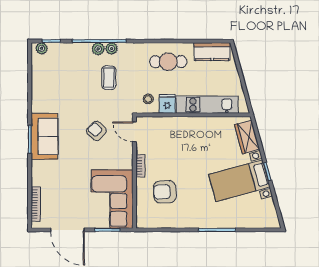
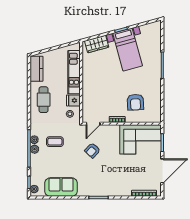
sofa: (44, 136) -> (61, 187), moved

